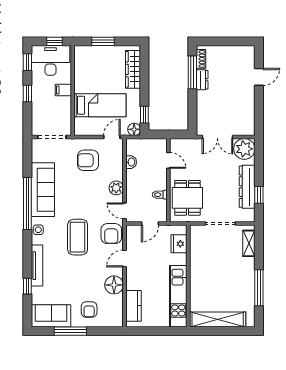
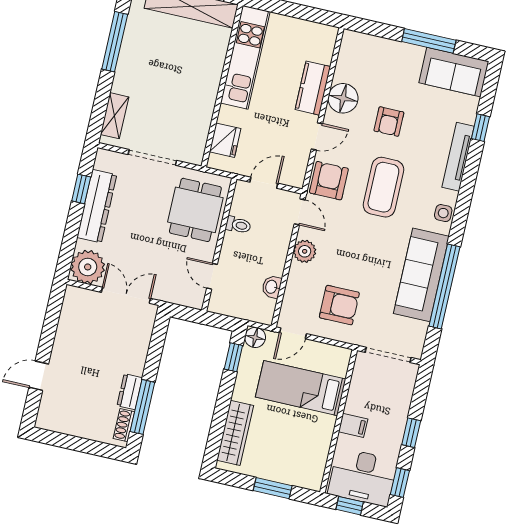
window: (27, 204) -> (444, 286), moved
kitchen counter: (134, 306) -> (313, 88), moved
armchair: (89, 310) -> (389, 122), moved, turned 180

